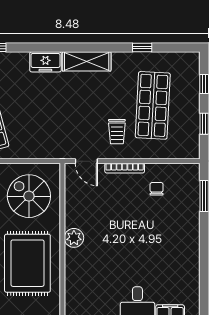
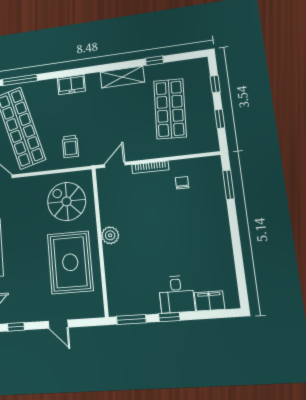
shelving: (87, 61) -> (122, 77), moved
trolley: (117, 132) -> (70, 147), moved
door: (86, 161) -> (115, 165), swing flipped

